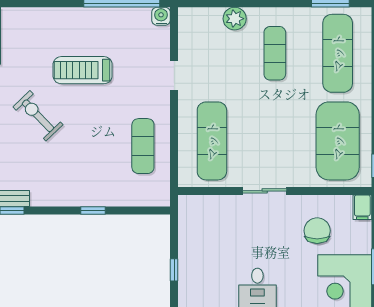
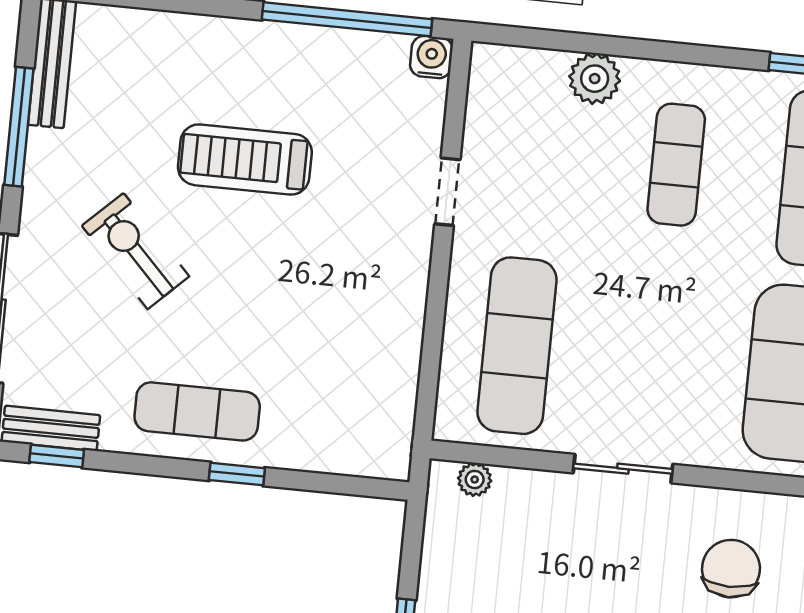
exercise mat: (143, 146) -> (197, 411), moved, turned 90
plant: (199, 202) -> (475, 479), added

